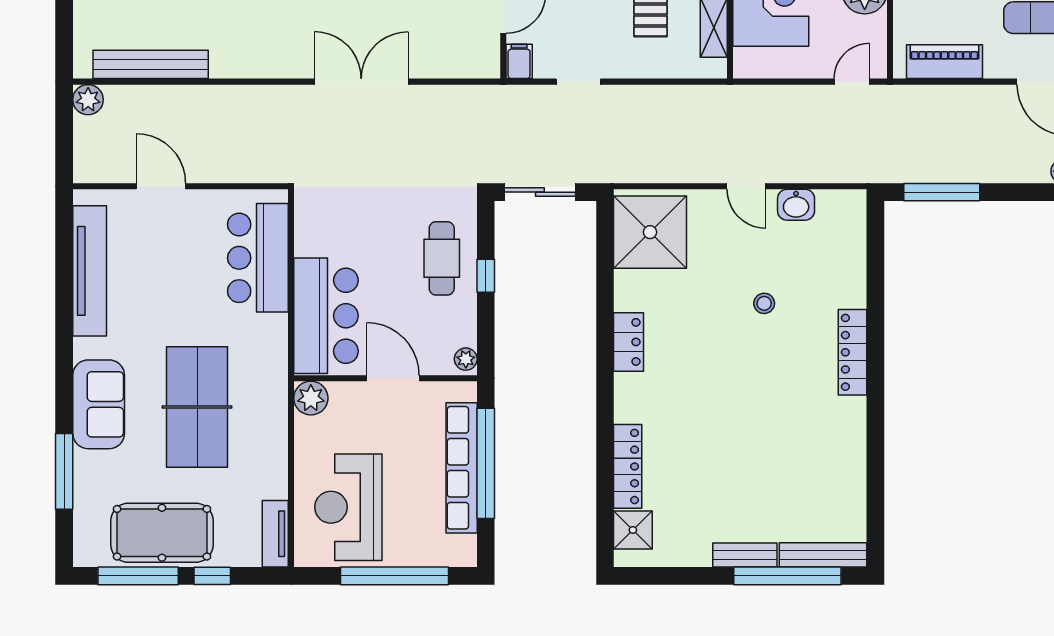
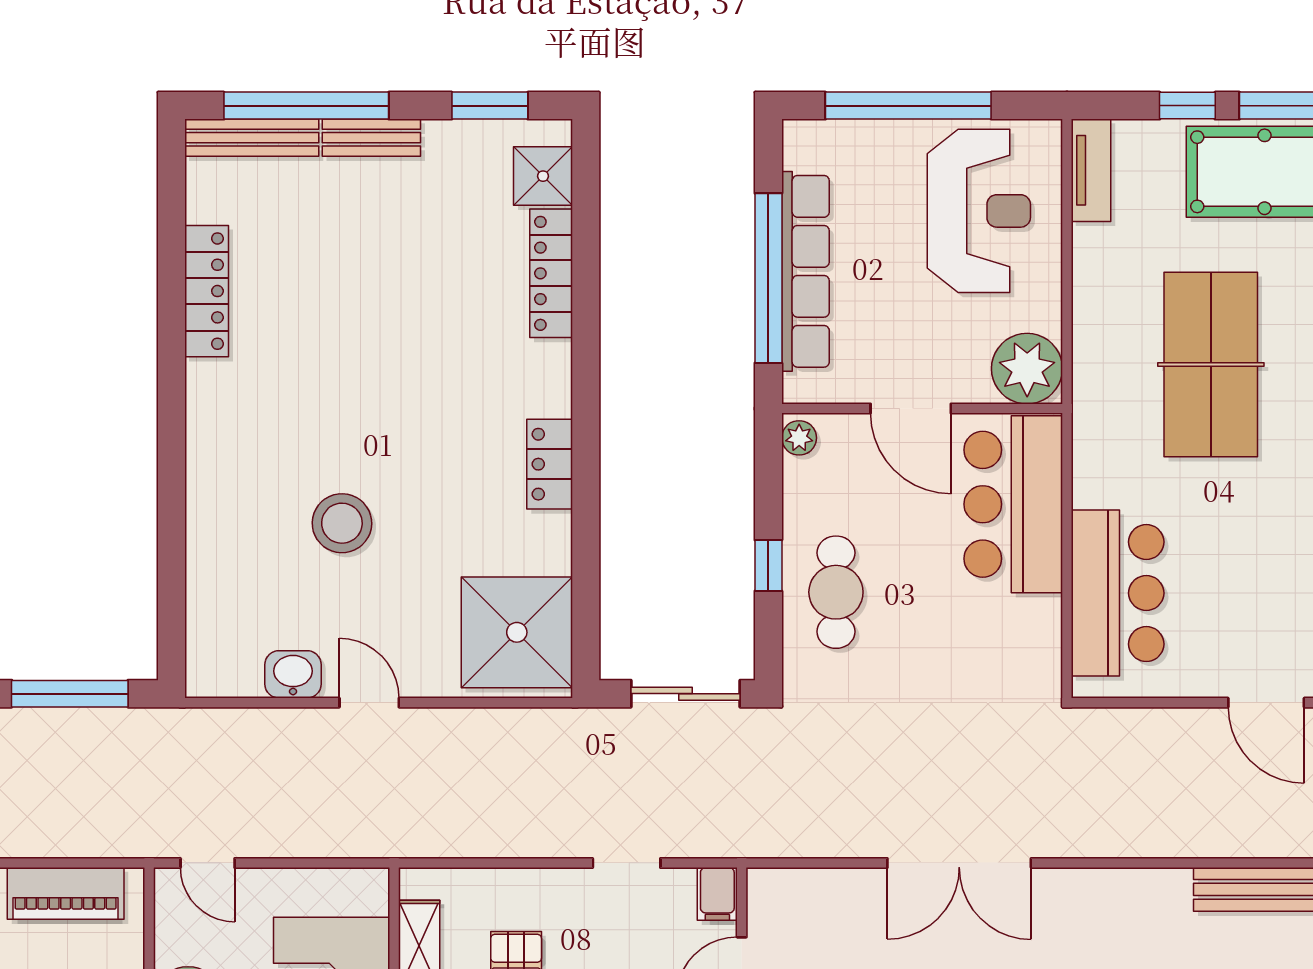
door: (852, 82) -> (208, 863), hinge flipped
stool: (764, 303) -> (342, 523), width x1.89, depth x1.89
locker: (852, 352) -> (207, 291), moved
plant: (311, 398) -> (1027, 369), width x1.36, depth x1.36
window: (668, 576) -> (490, 106), added

